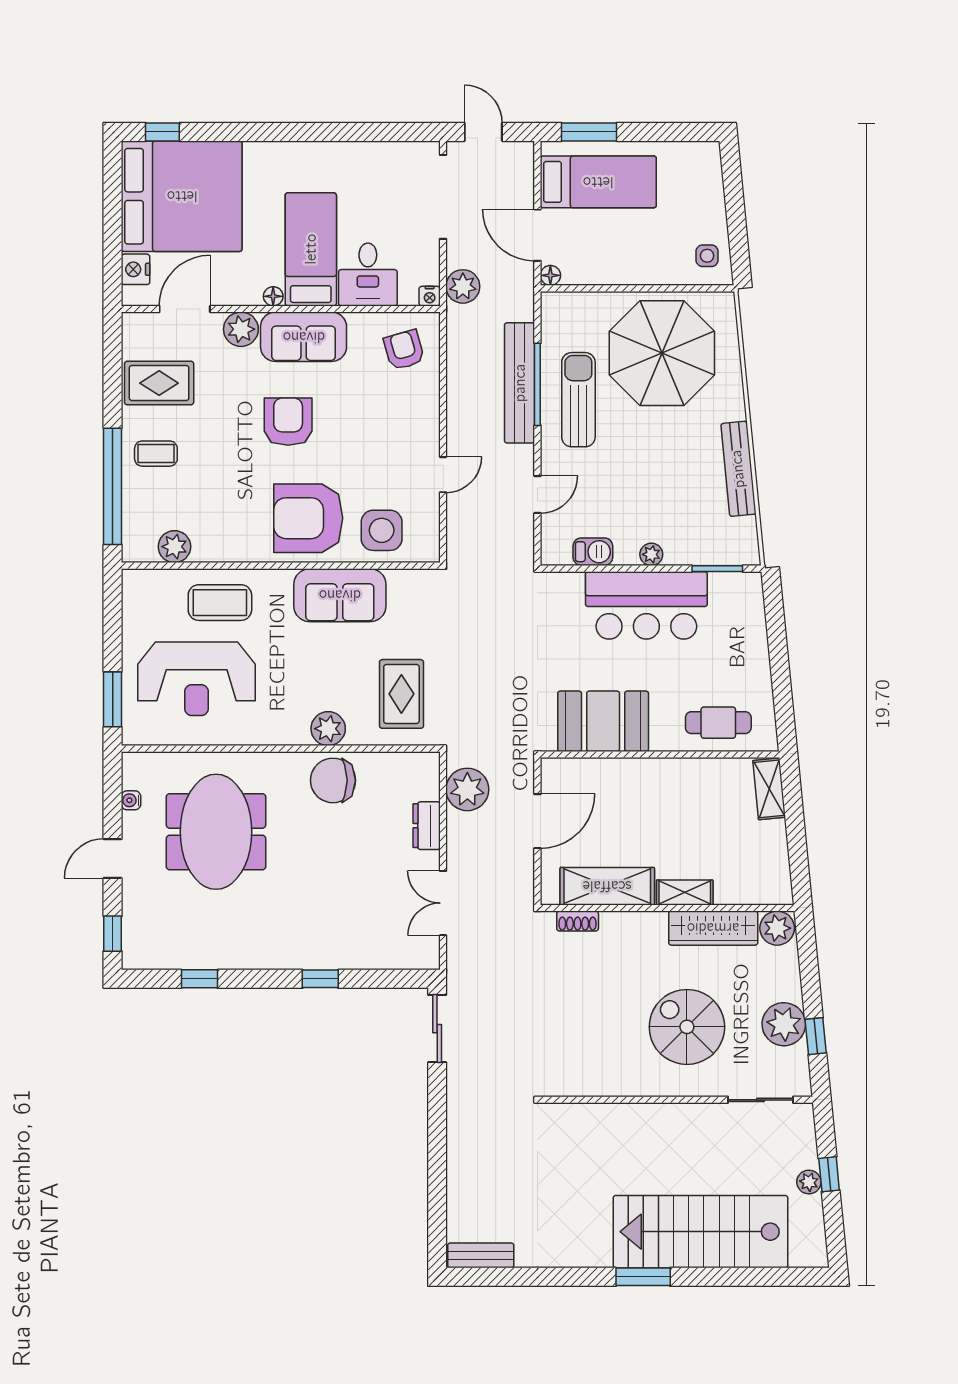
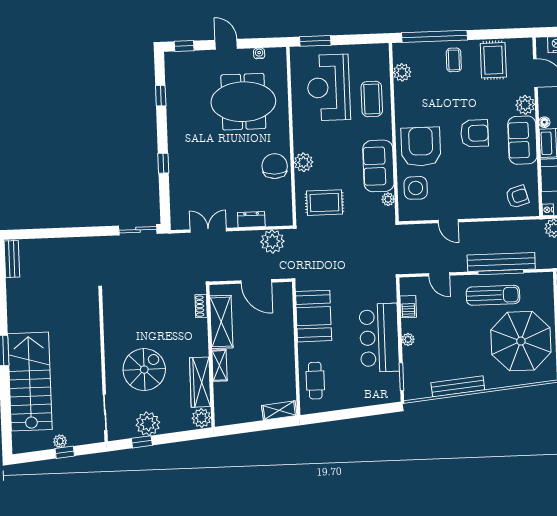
plant: (400, 580) -> (388, 199), added

